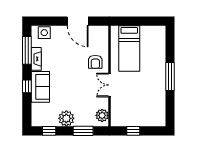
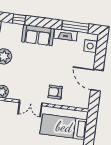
door: (78, 21) -> (97, 80), hinge flipped
double door: (110, 85) -> (31, 103), swing flipped
window: (27, 86) -> (19, 19), moved

